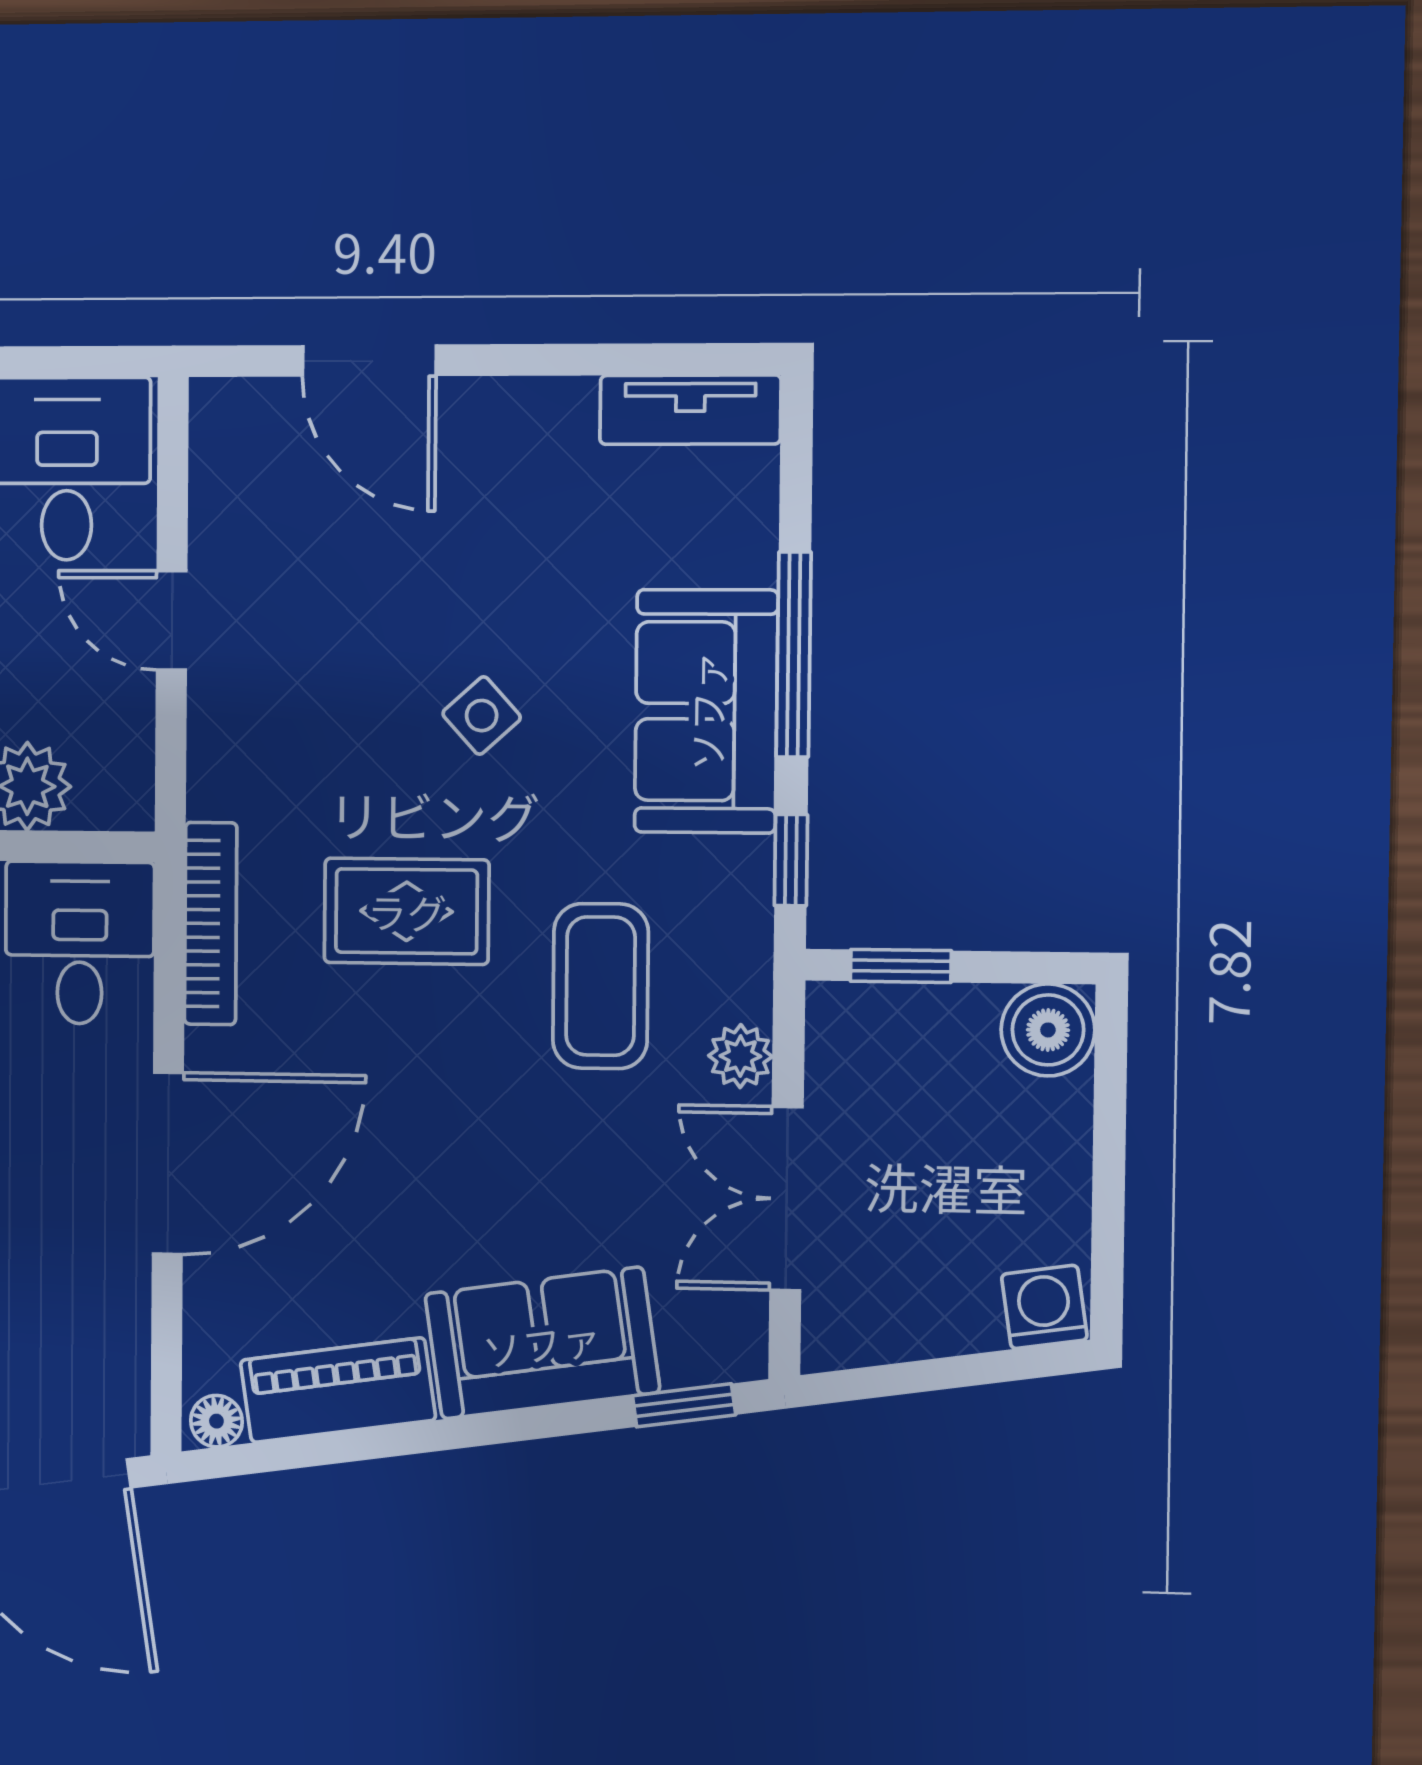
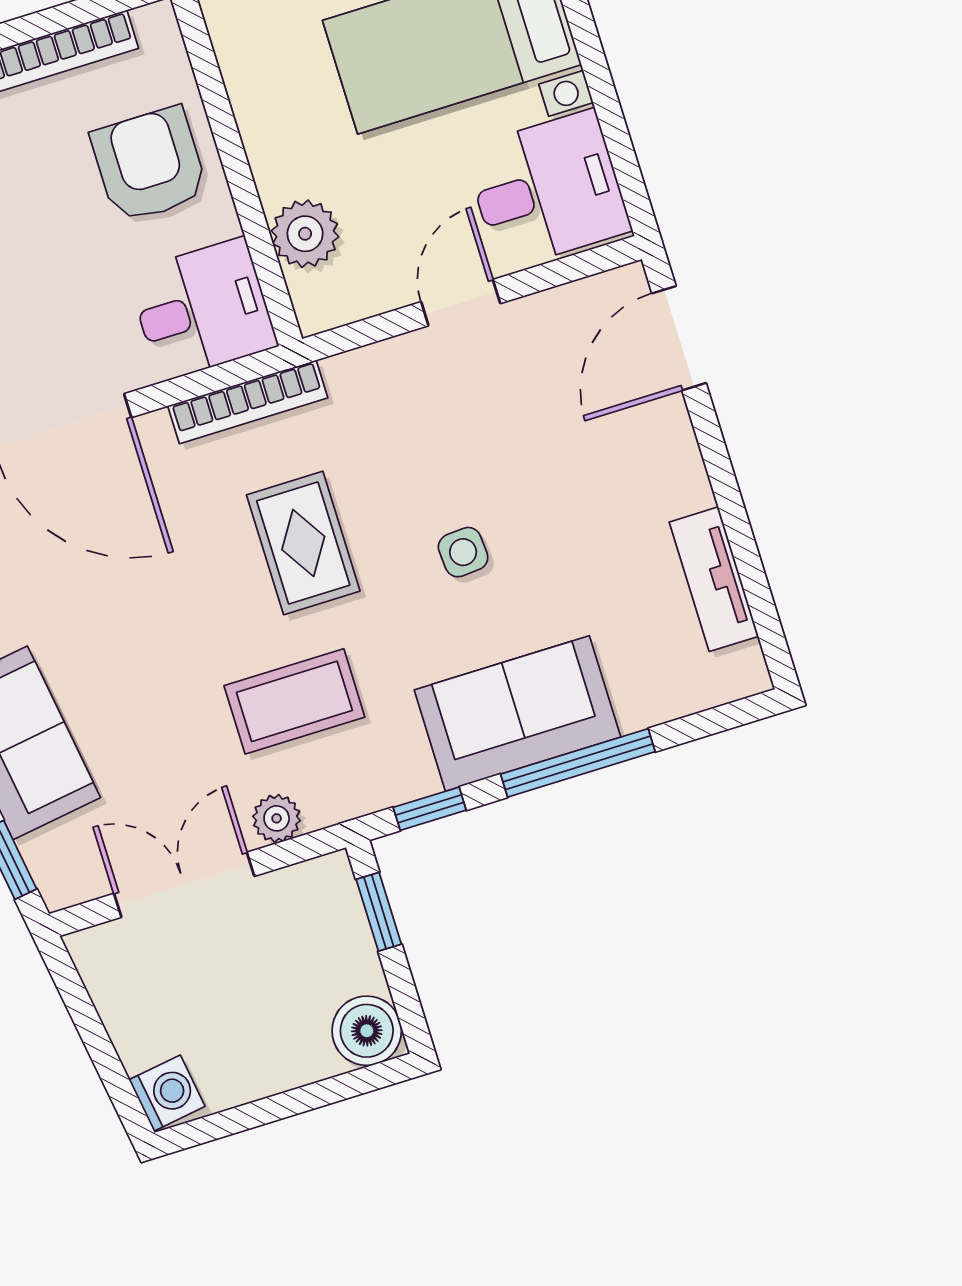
door: (369, 361) -> (679, 338), moved
tv unit: (690, 410) -> (714, 579), moved
side table: (482, 716) -> (463, 552), turned 38

